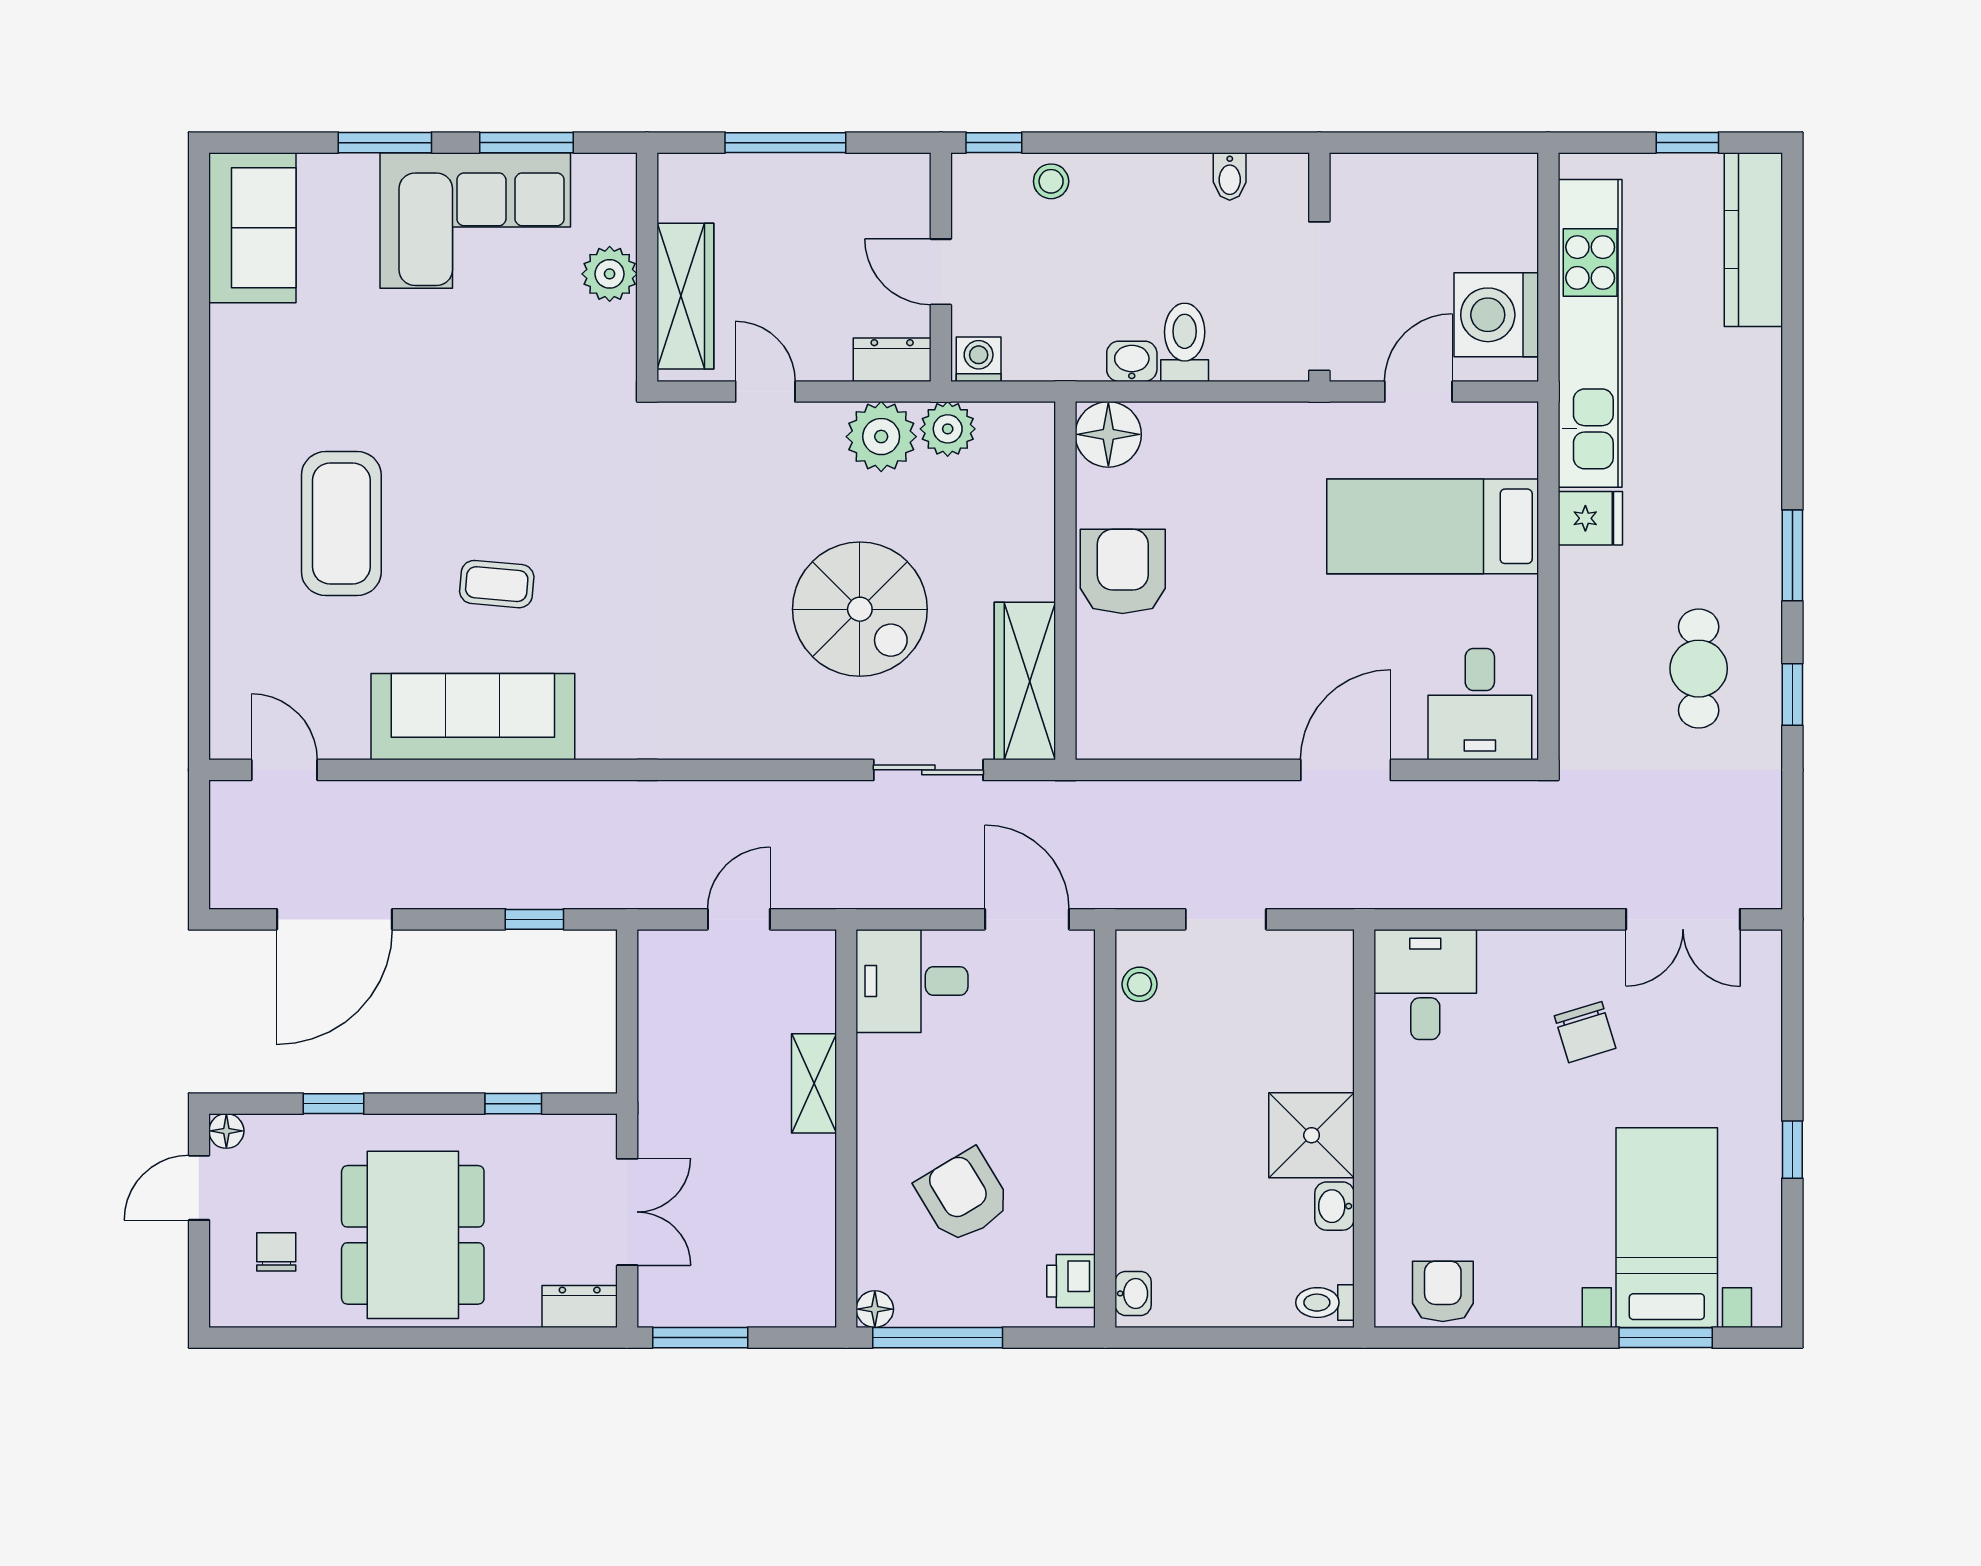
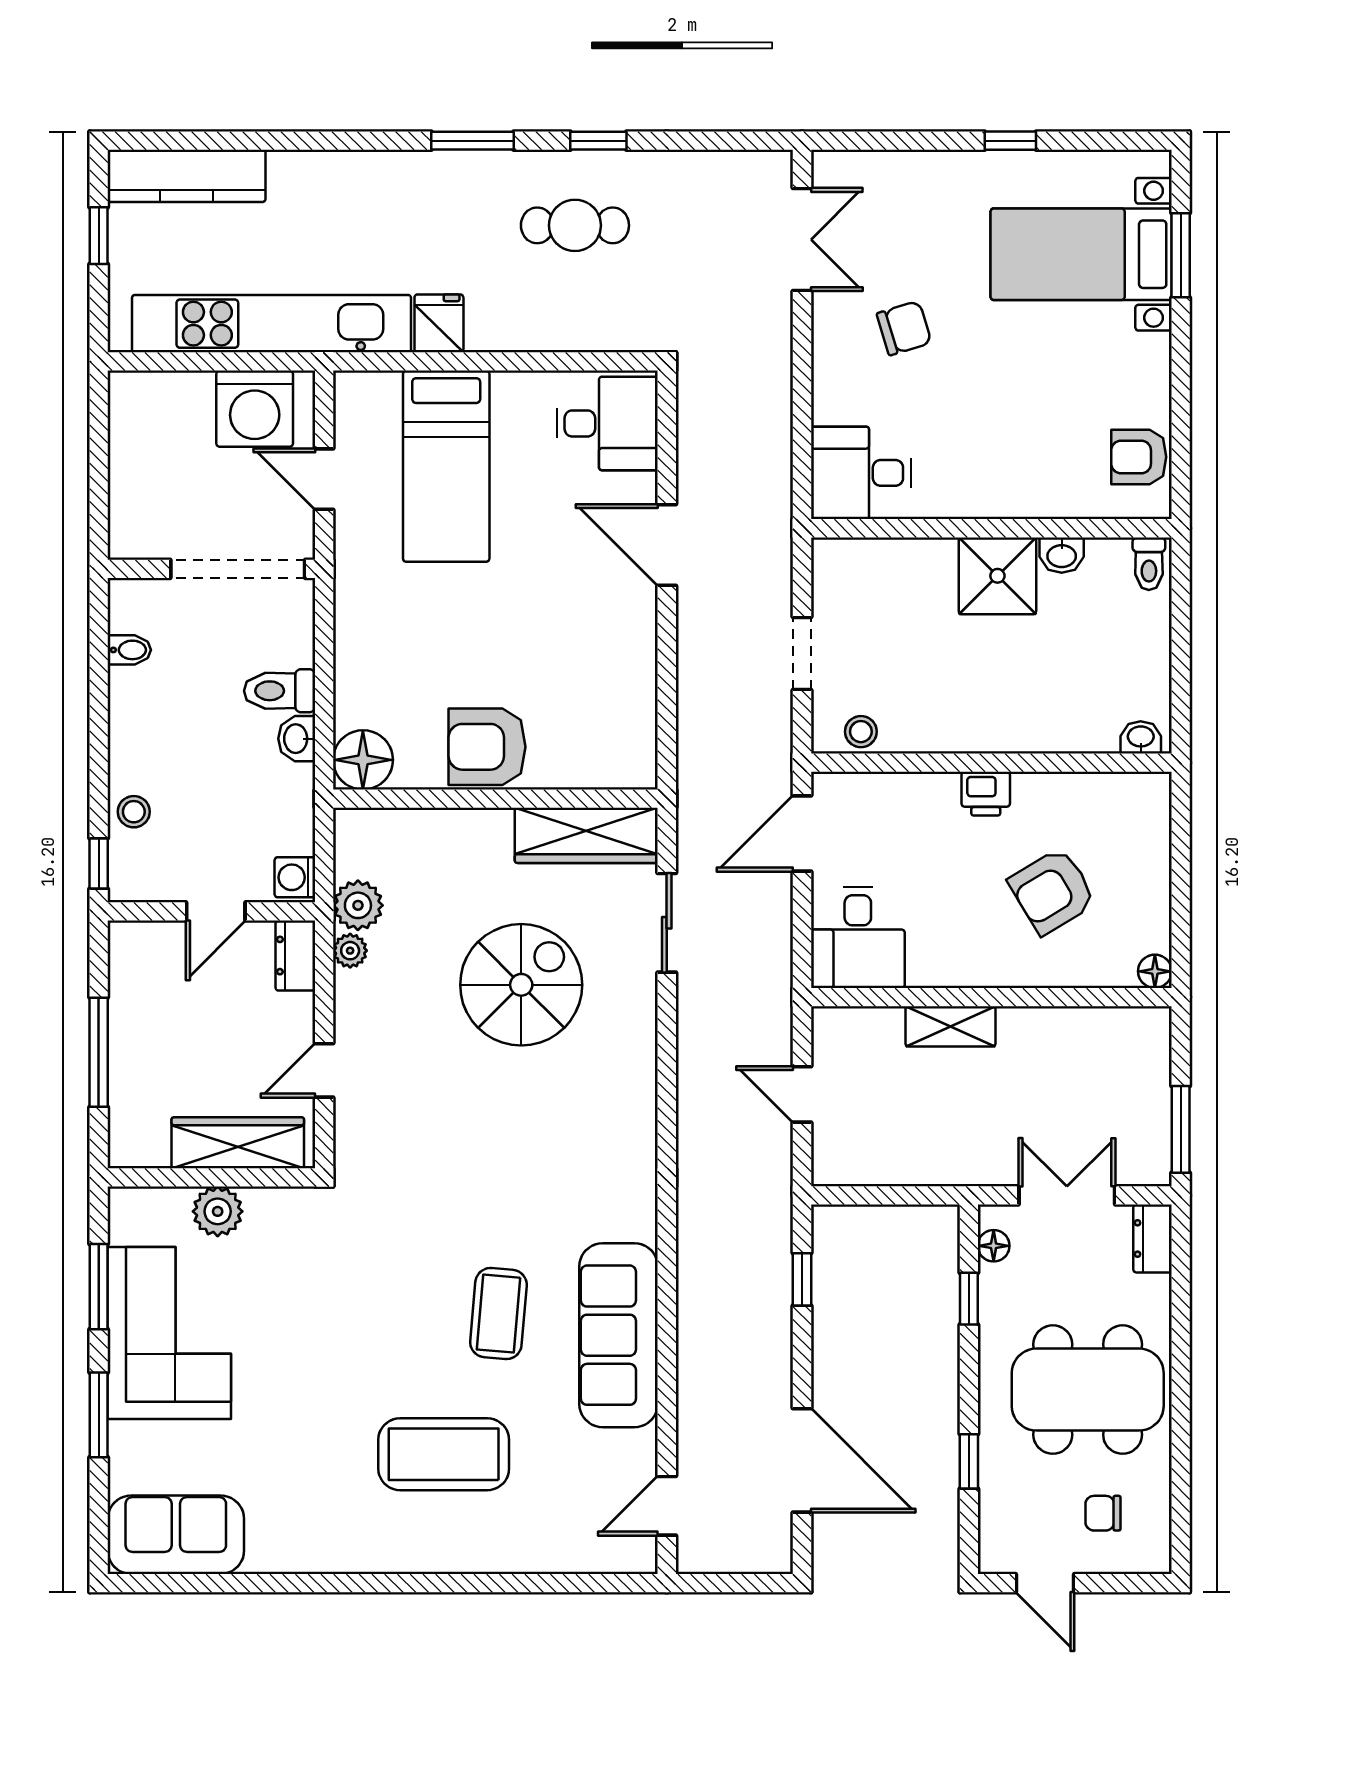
plant: (881, 437) -> (350, 951), width x0.53, depth x0.53
coffee table: (497, 584) -> (498, 1314), width x1.36, depth x1.30
floor lamp: (226, 1131) -> (994, 1246), moved
printer: (1071, 1281) -> (986, 794), moved
window: (938, 1338) -> (1181, 914), removed

